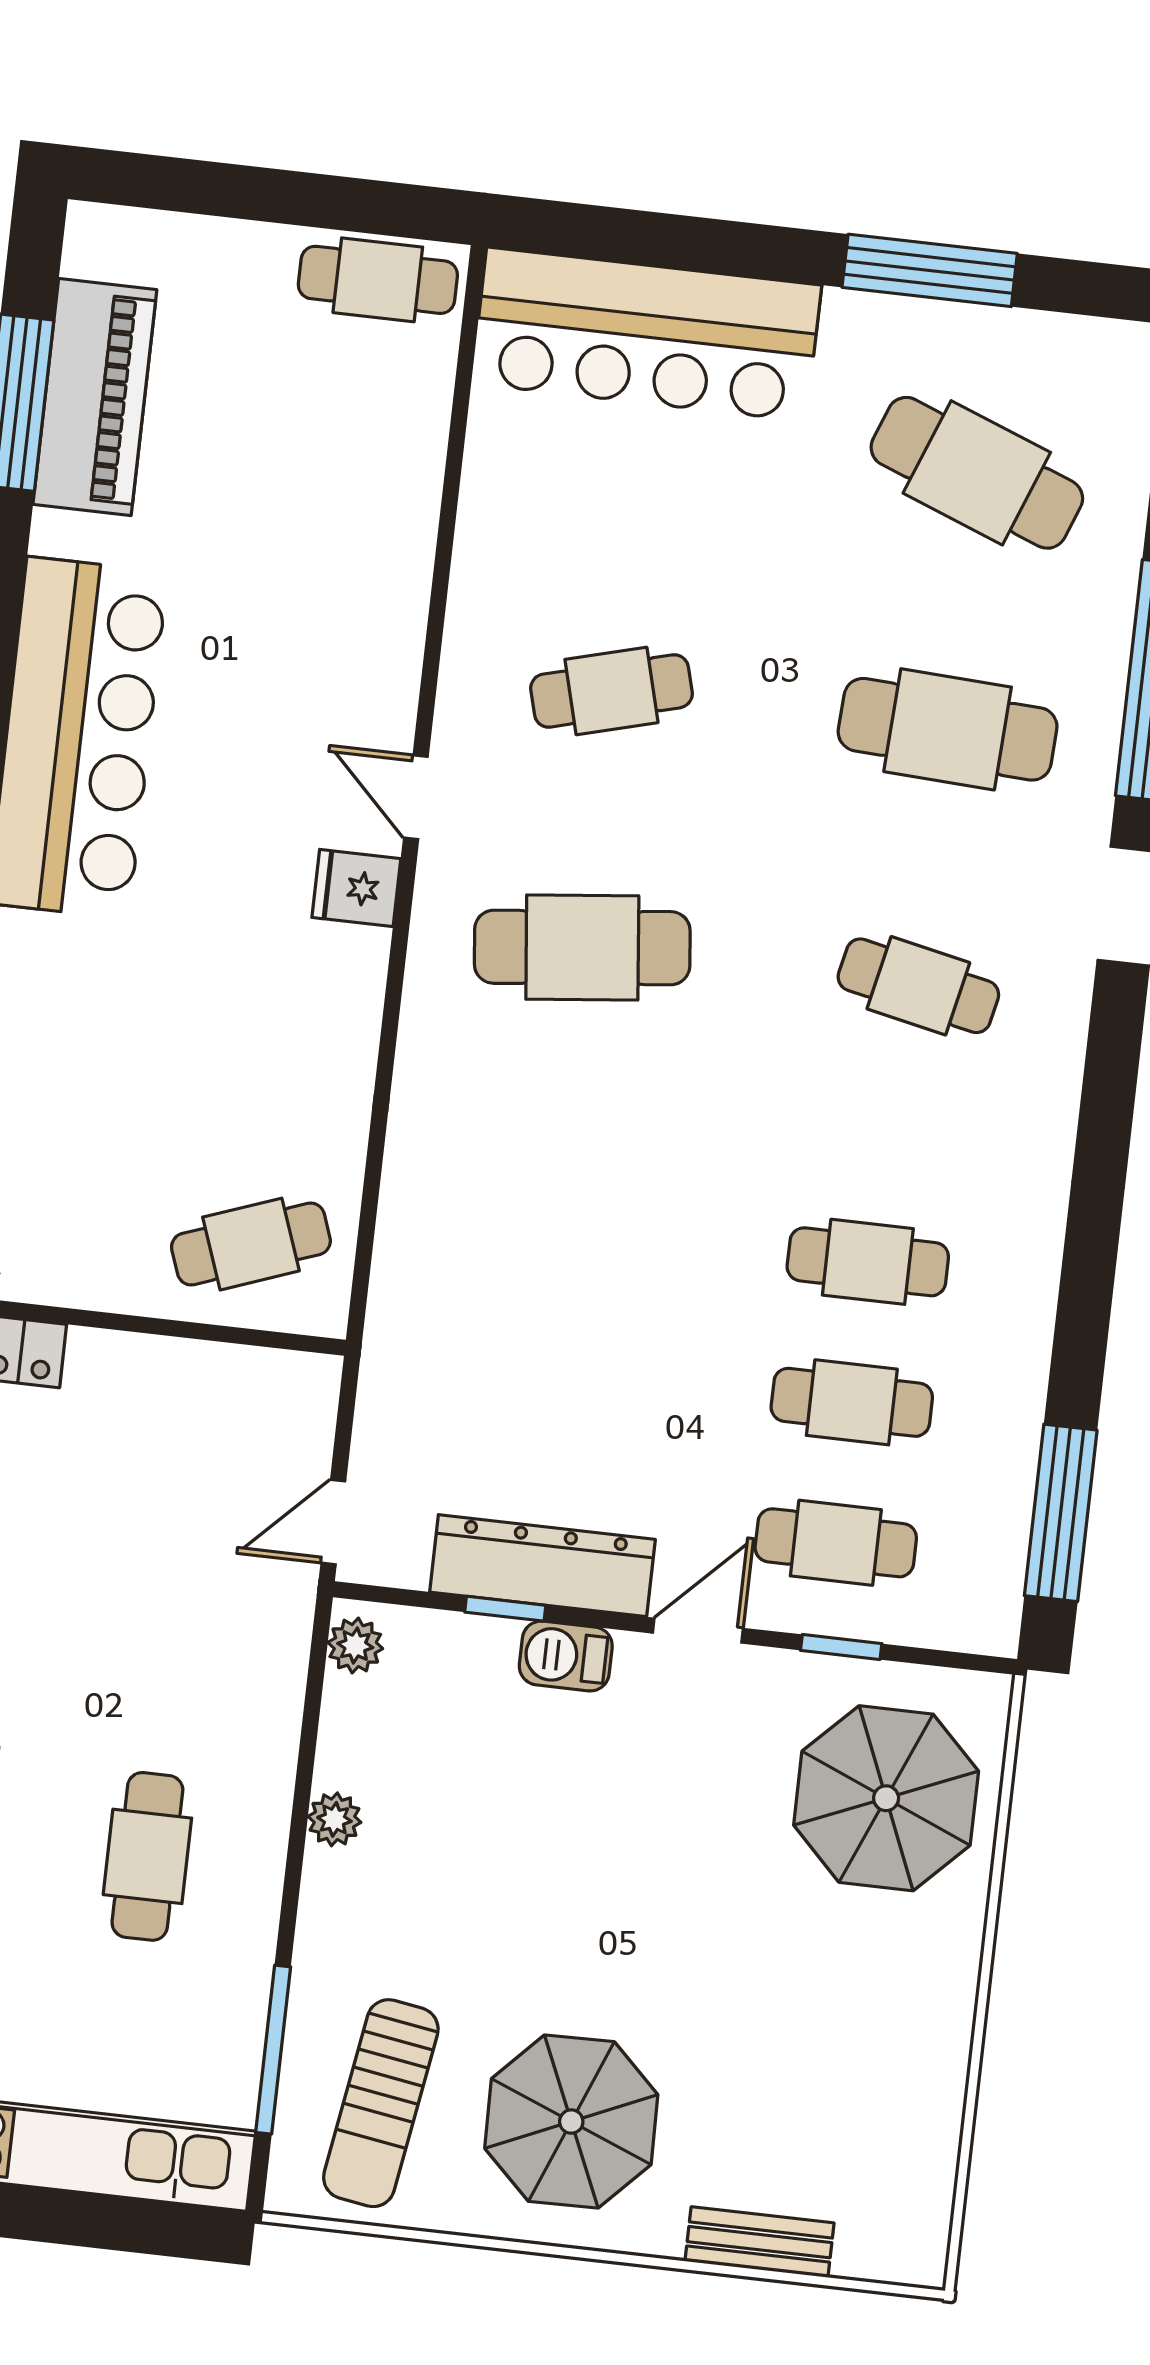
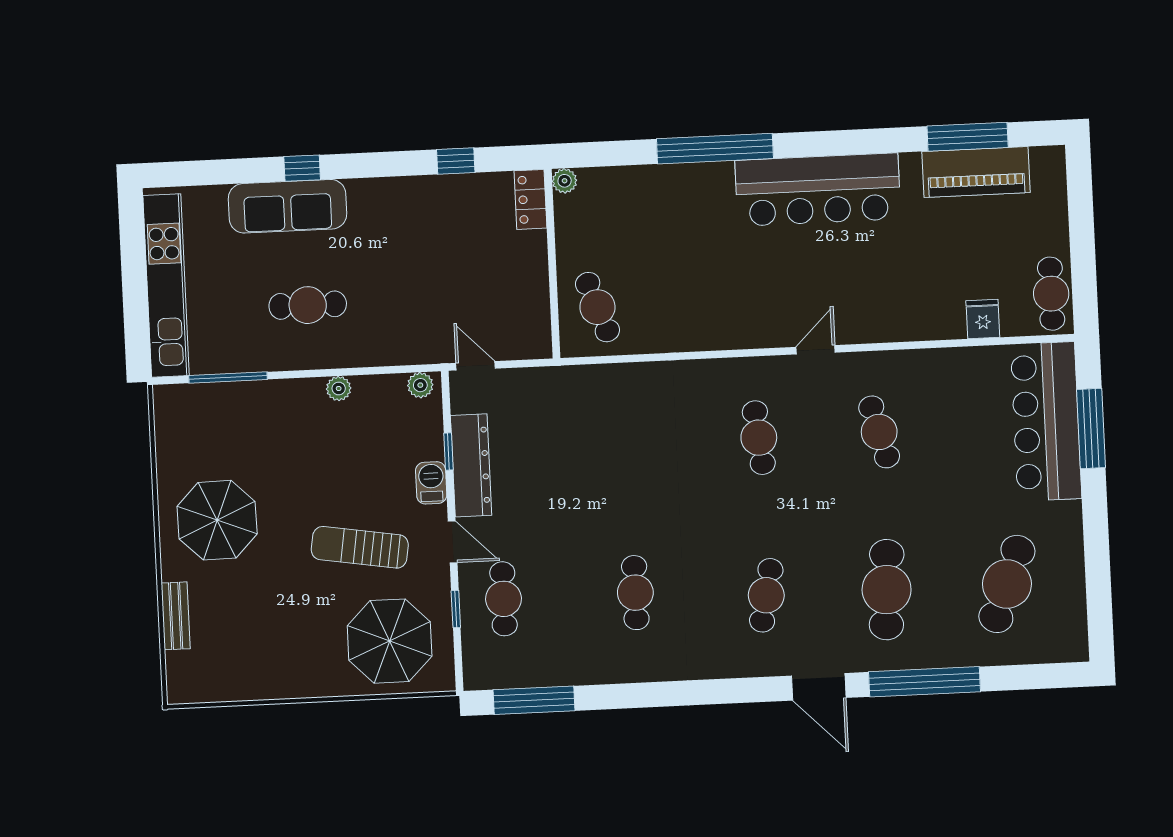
window: (930, 270) -> (1091, 428), moved
fridge: (356, 888) -> (983, 319), moved
cafe table: (582, 947) -> (759, 438), width x0.73, depth x0.74
cafe table: (852, 1402) -> (569, 596), removed
sun lounger: (381, 2103) -> (360, 547), moved

